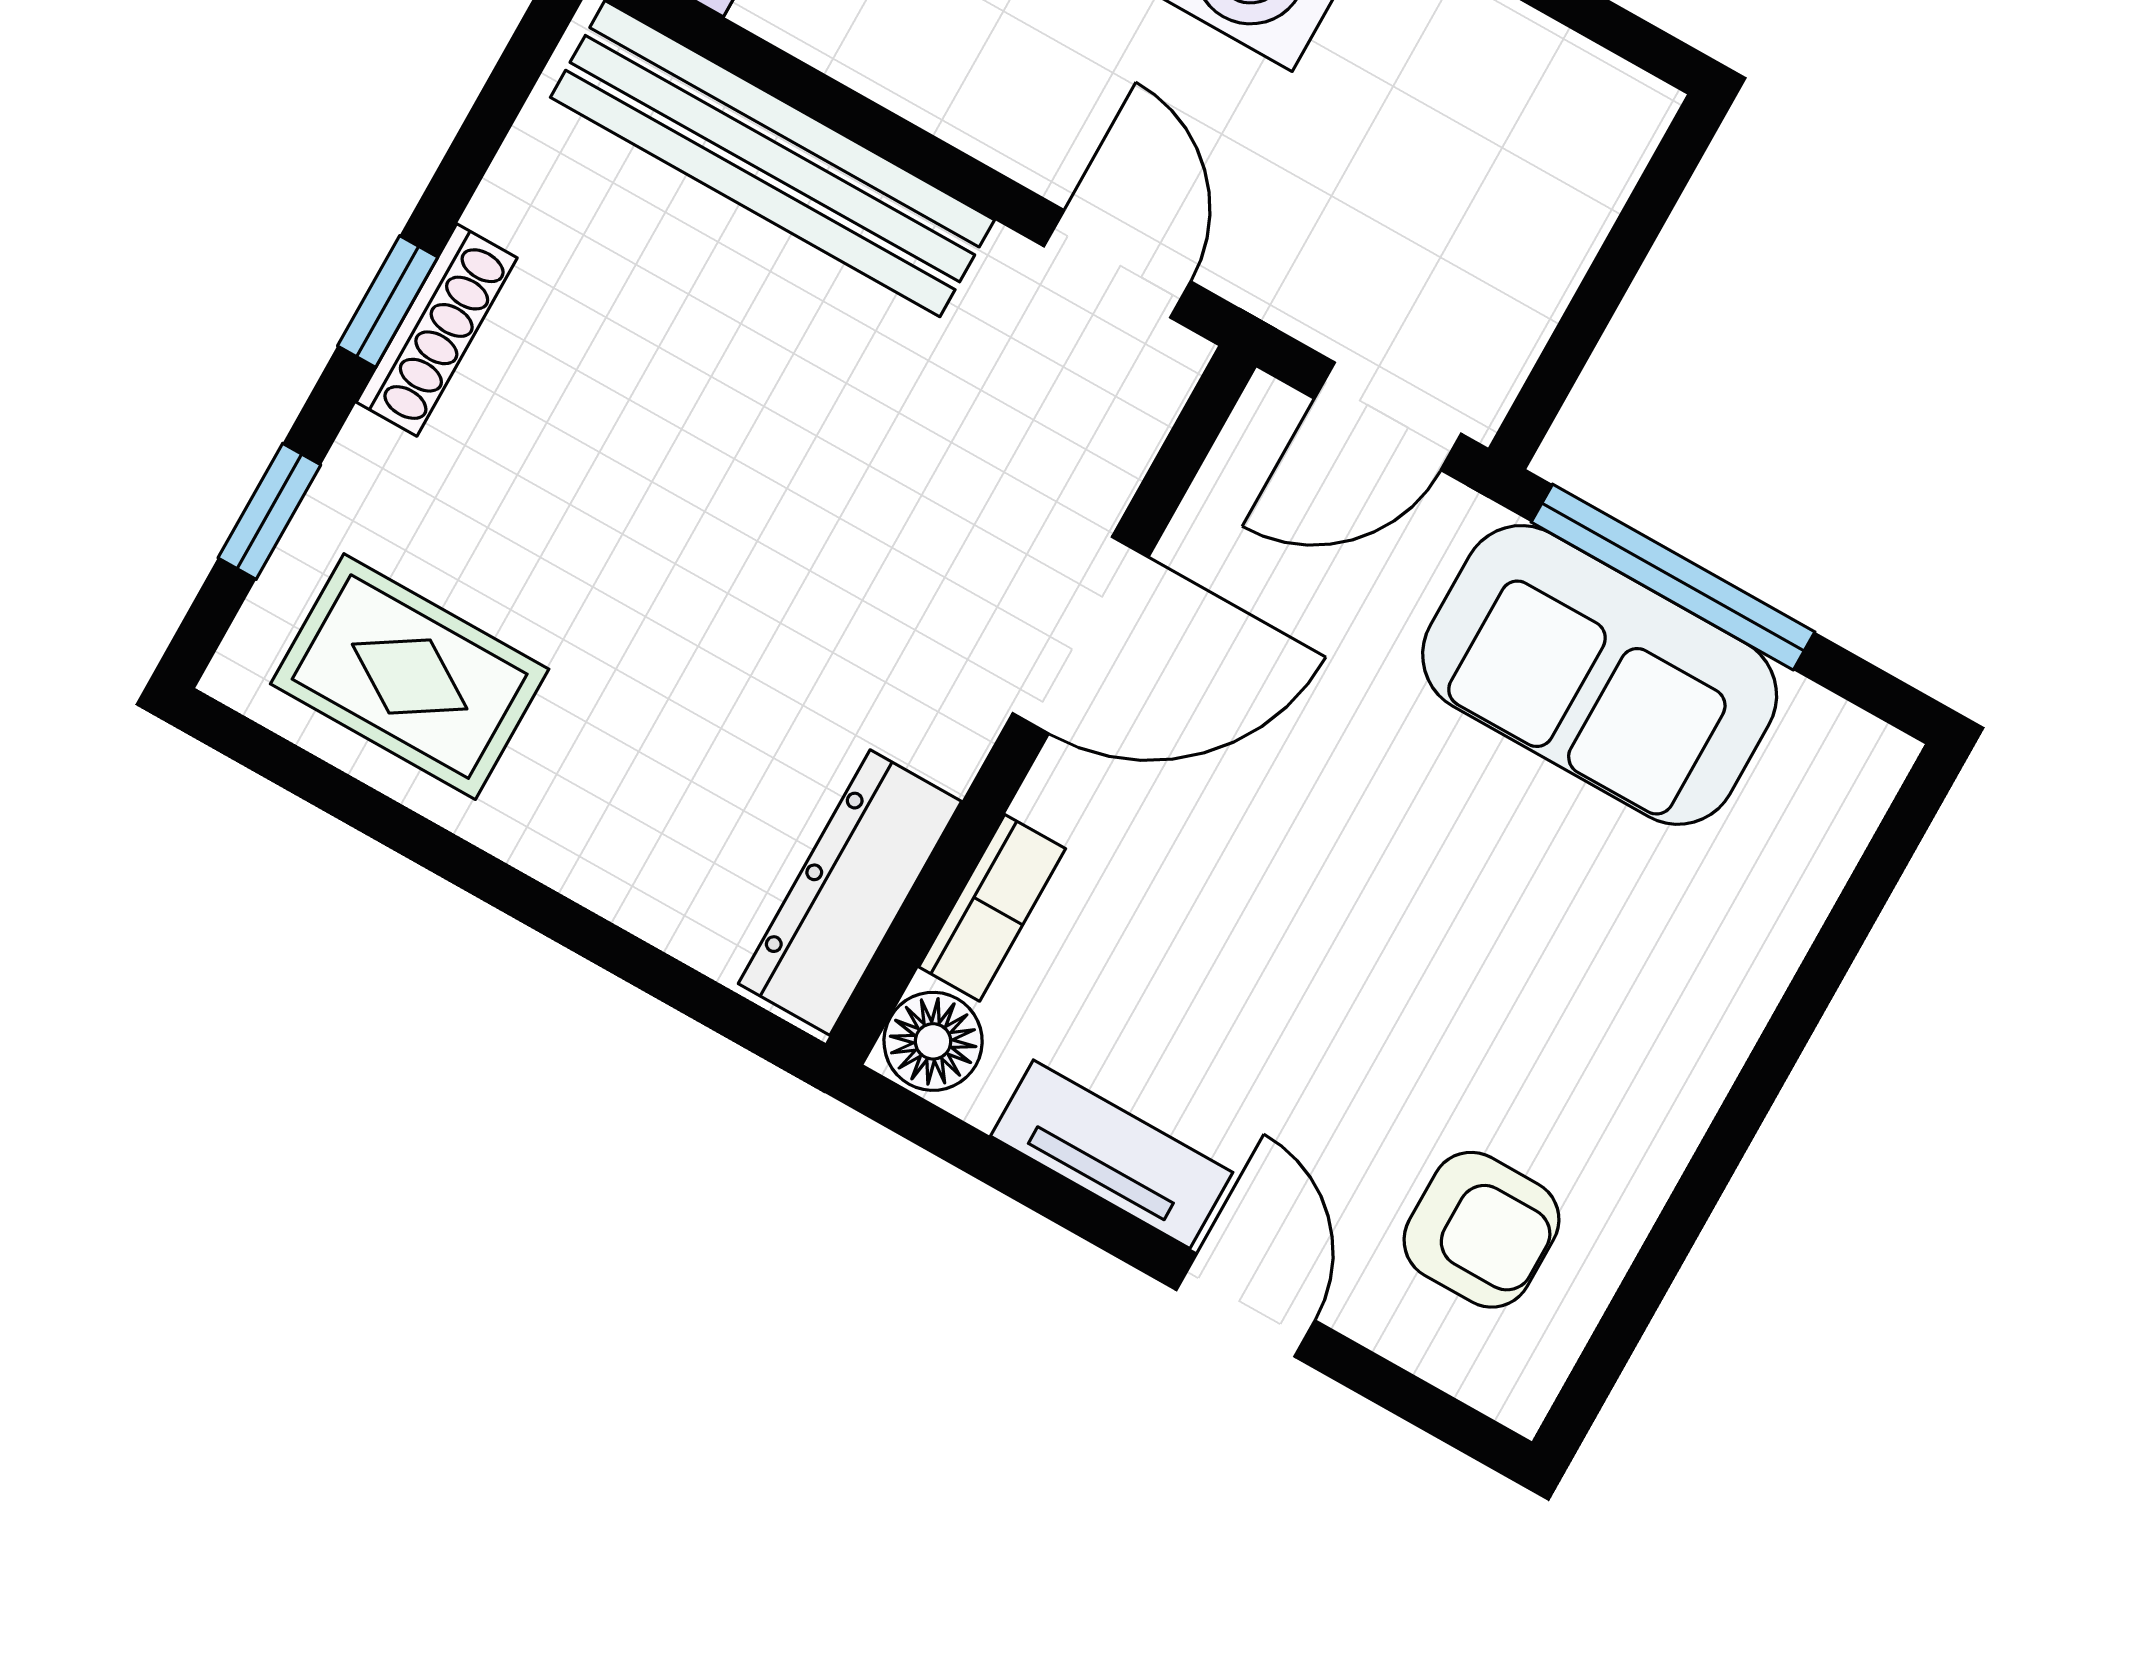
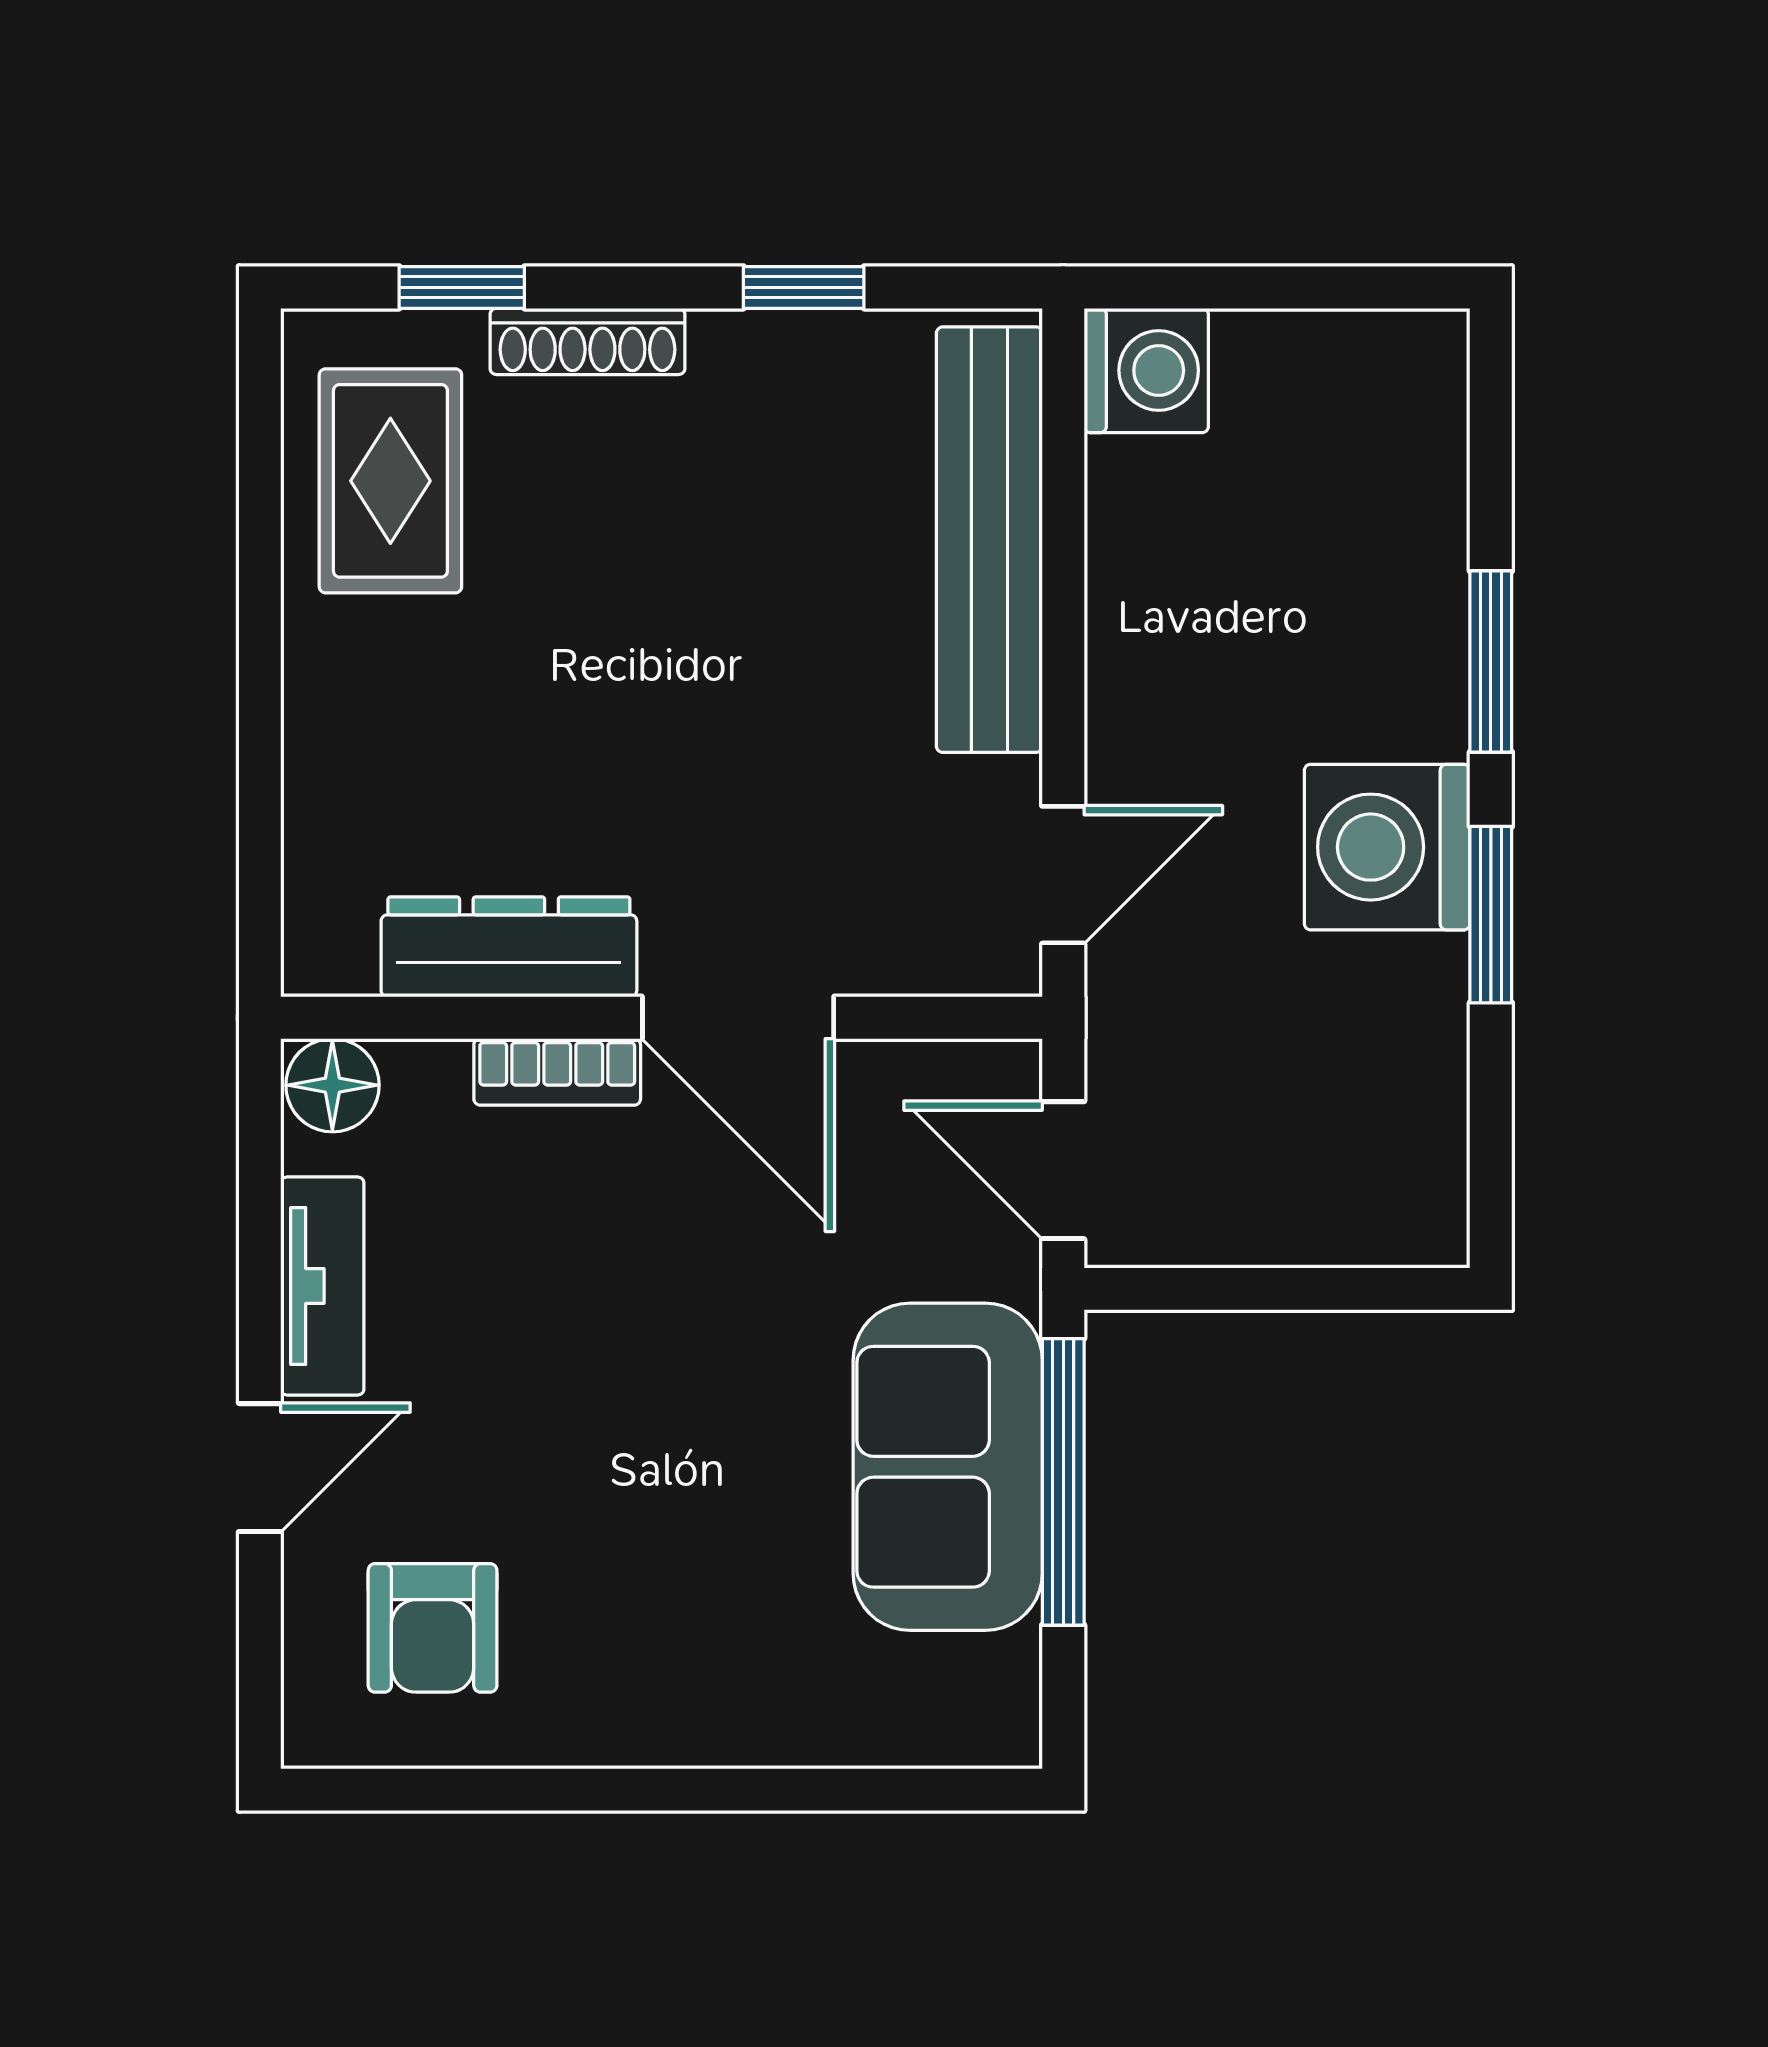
window: (388, 302) -> (804, 287), moved
shoe rack: (437, 330) -> (588, 341), moved
dresser: (850, 892) -> (509, 947), moved
bookcase: (992, 908) -> (557, 1072), moved

